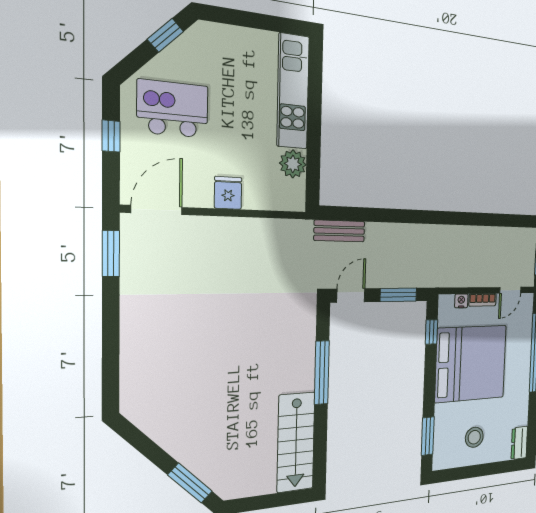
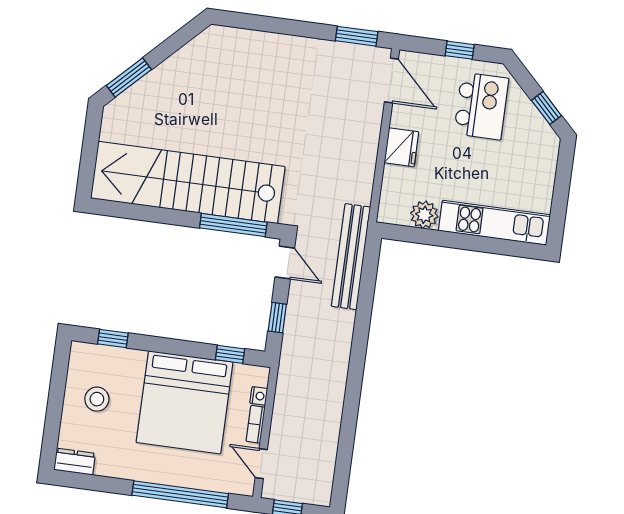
fridge: (228, 193) -> (401, 147), width x1.38
bench: (339, 231) -> (351, 257), width x1.86, depth x1.21
window: (398, 295) -> (277, 318), width x0.67
window: (322, 373) -> (233, 225), moved
window: (428, 436) -> (113, 338), width x0.67
stairs: (296, 442) -> (188, 182), width x1.86, depth x1.51

